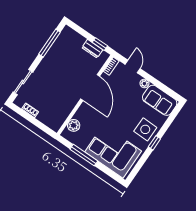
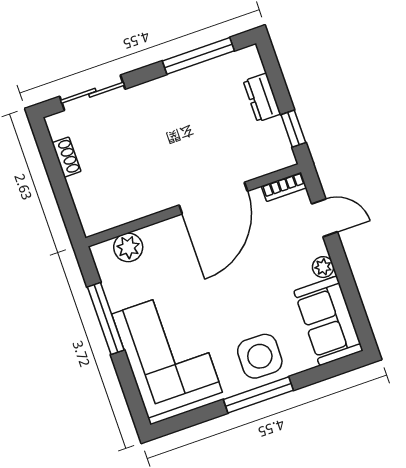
dresser: (92, 49) -> (262, 97), moved
door: (133, 66) -> (324, 218), hinge flipped
window: (154, 143) -> (258, 395), width x2.17

